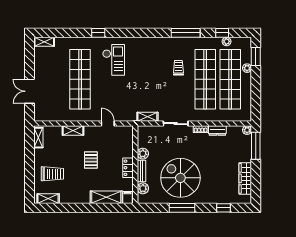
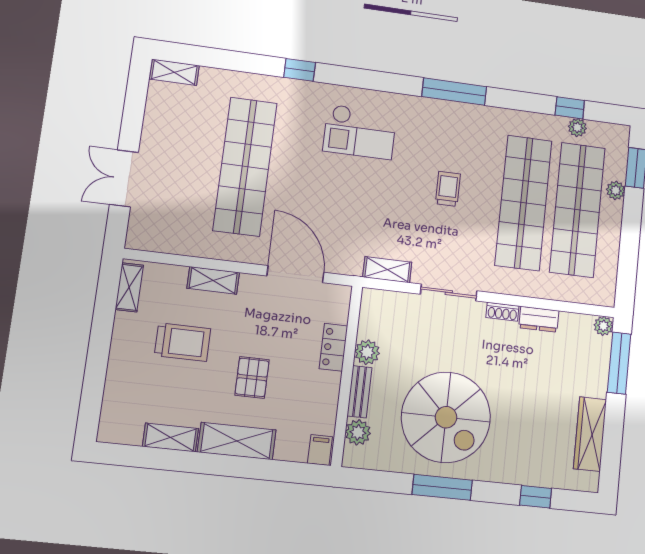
window: (186, 33) -> (454, 92), moved
checkout: (114, 60) -> (360, 132), moved, turned 90
trolley: (178, 68) -> (448, 189), moved
door: (108, 124) -> (295, 274), width x1.87
pallet: (91, 160) -> (252, 377), moved
locker: (128, 168) -> (333, 347), moved
trolley: (52, 174) -> (183, 342), moved
spiral stairs: (180, 178) -> (446, 417), turned 180
shelving: (106, 197) -> (237, 441), moved
shelving: (48, 199) -> (170, 438), moved

